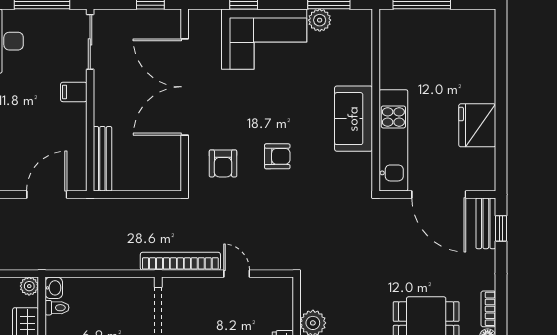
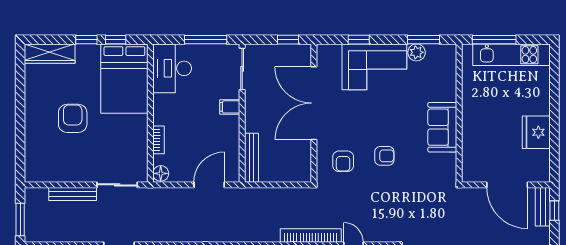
kitchen unit: (393, 140) -> (512, 55), moved, turned 90

